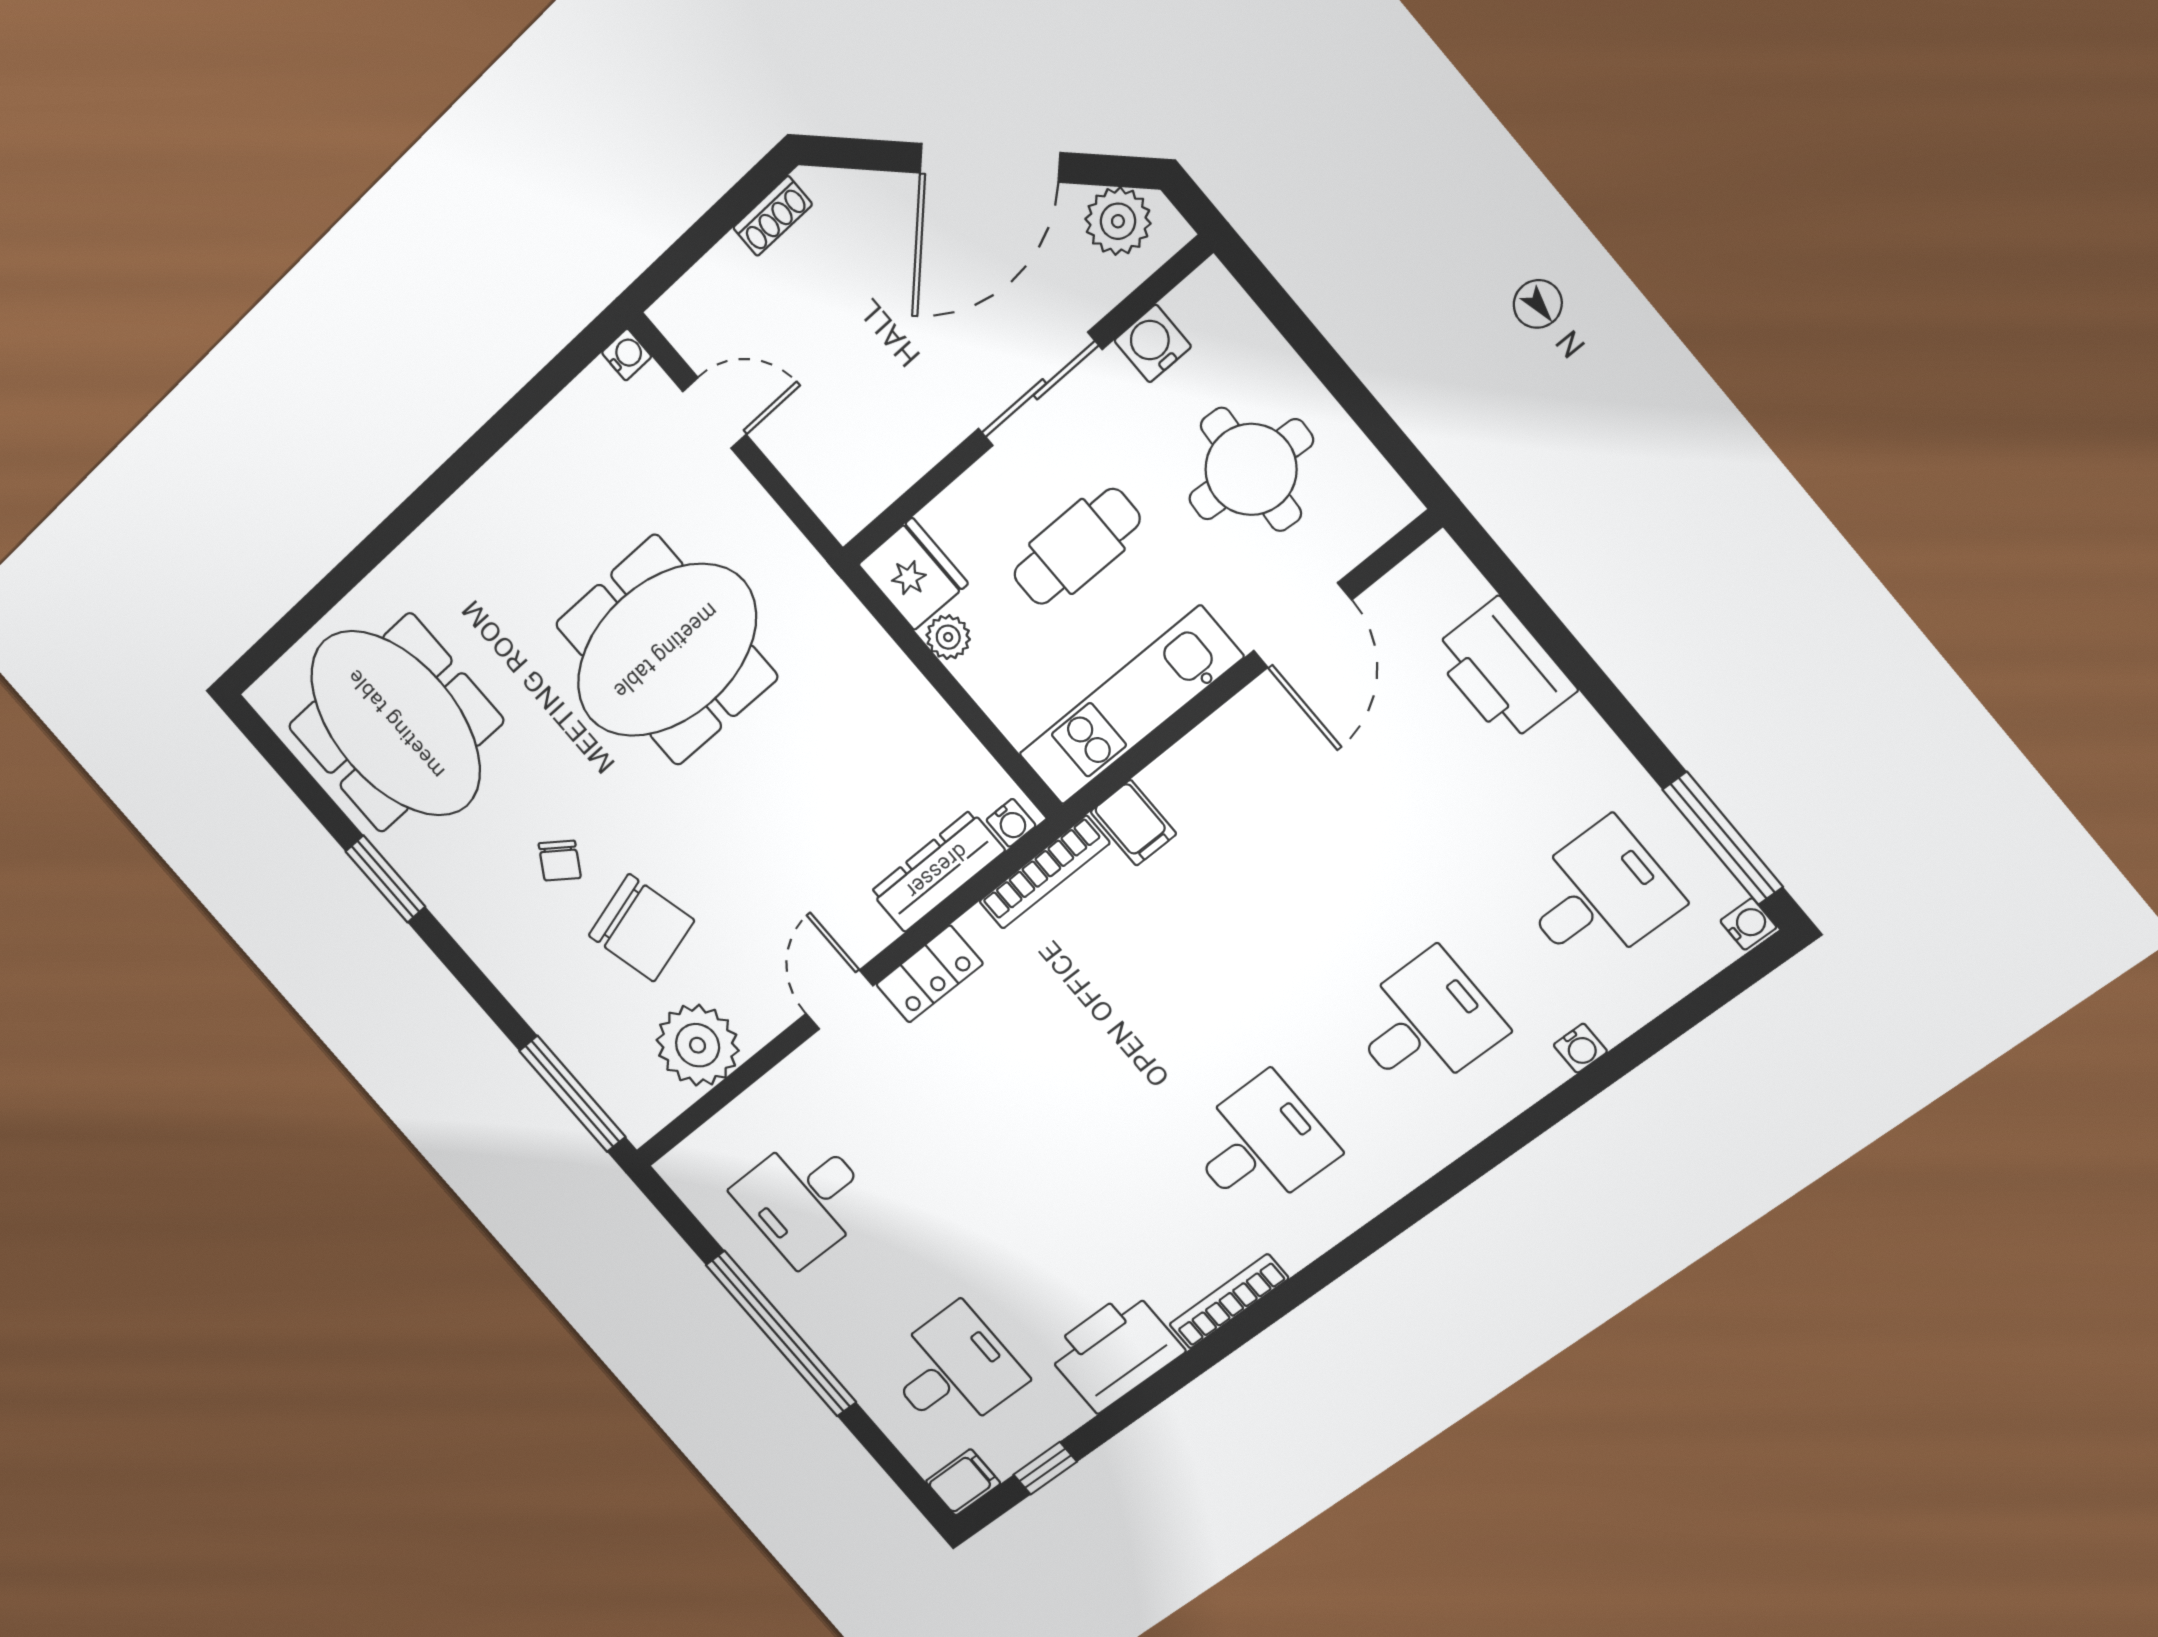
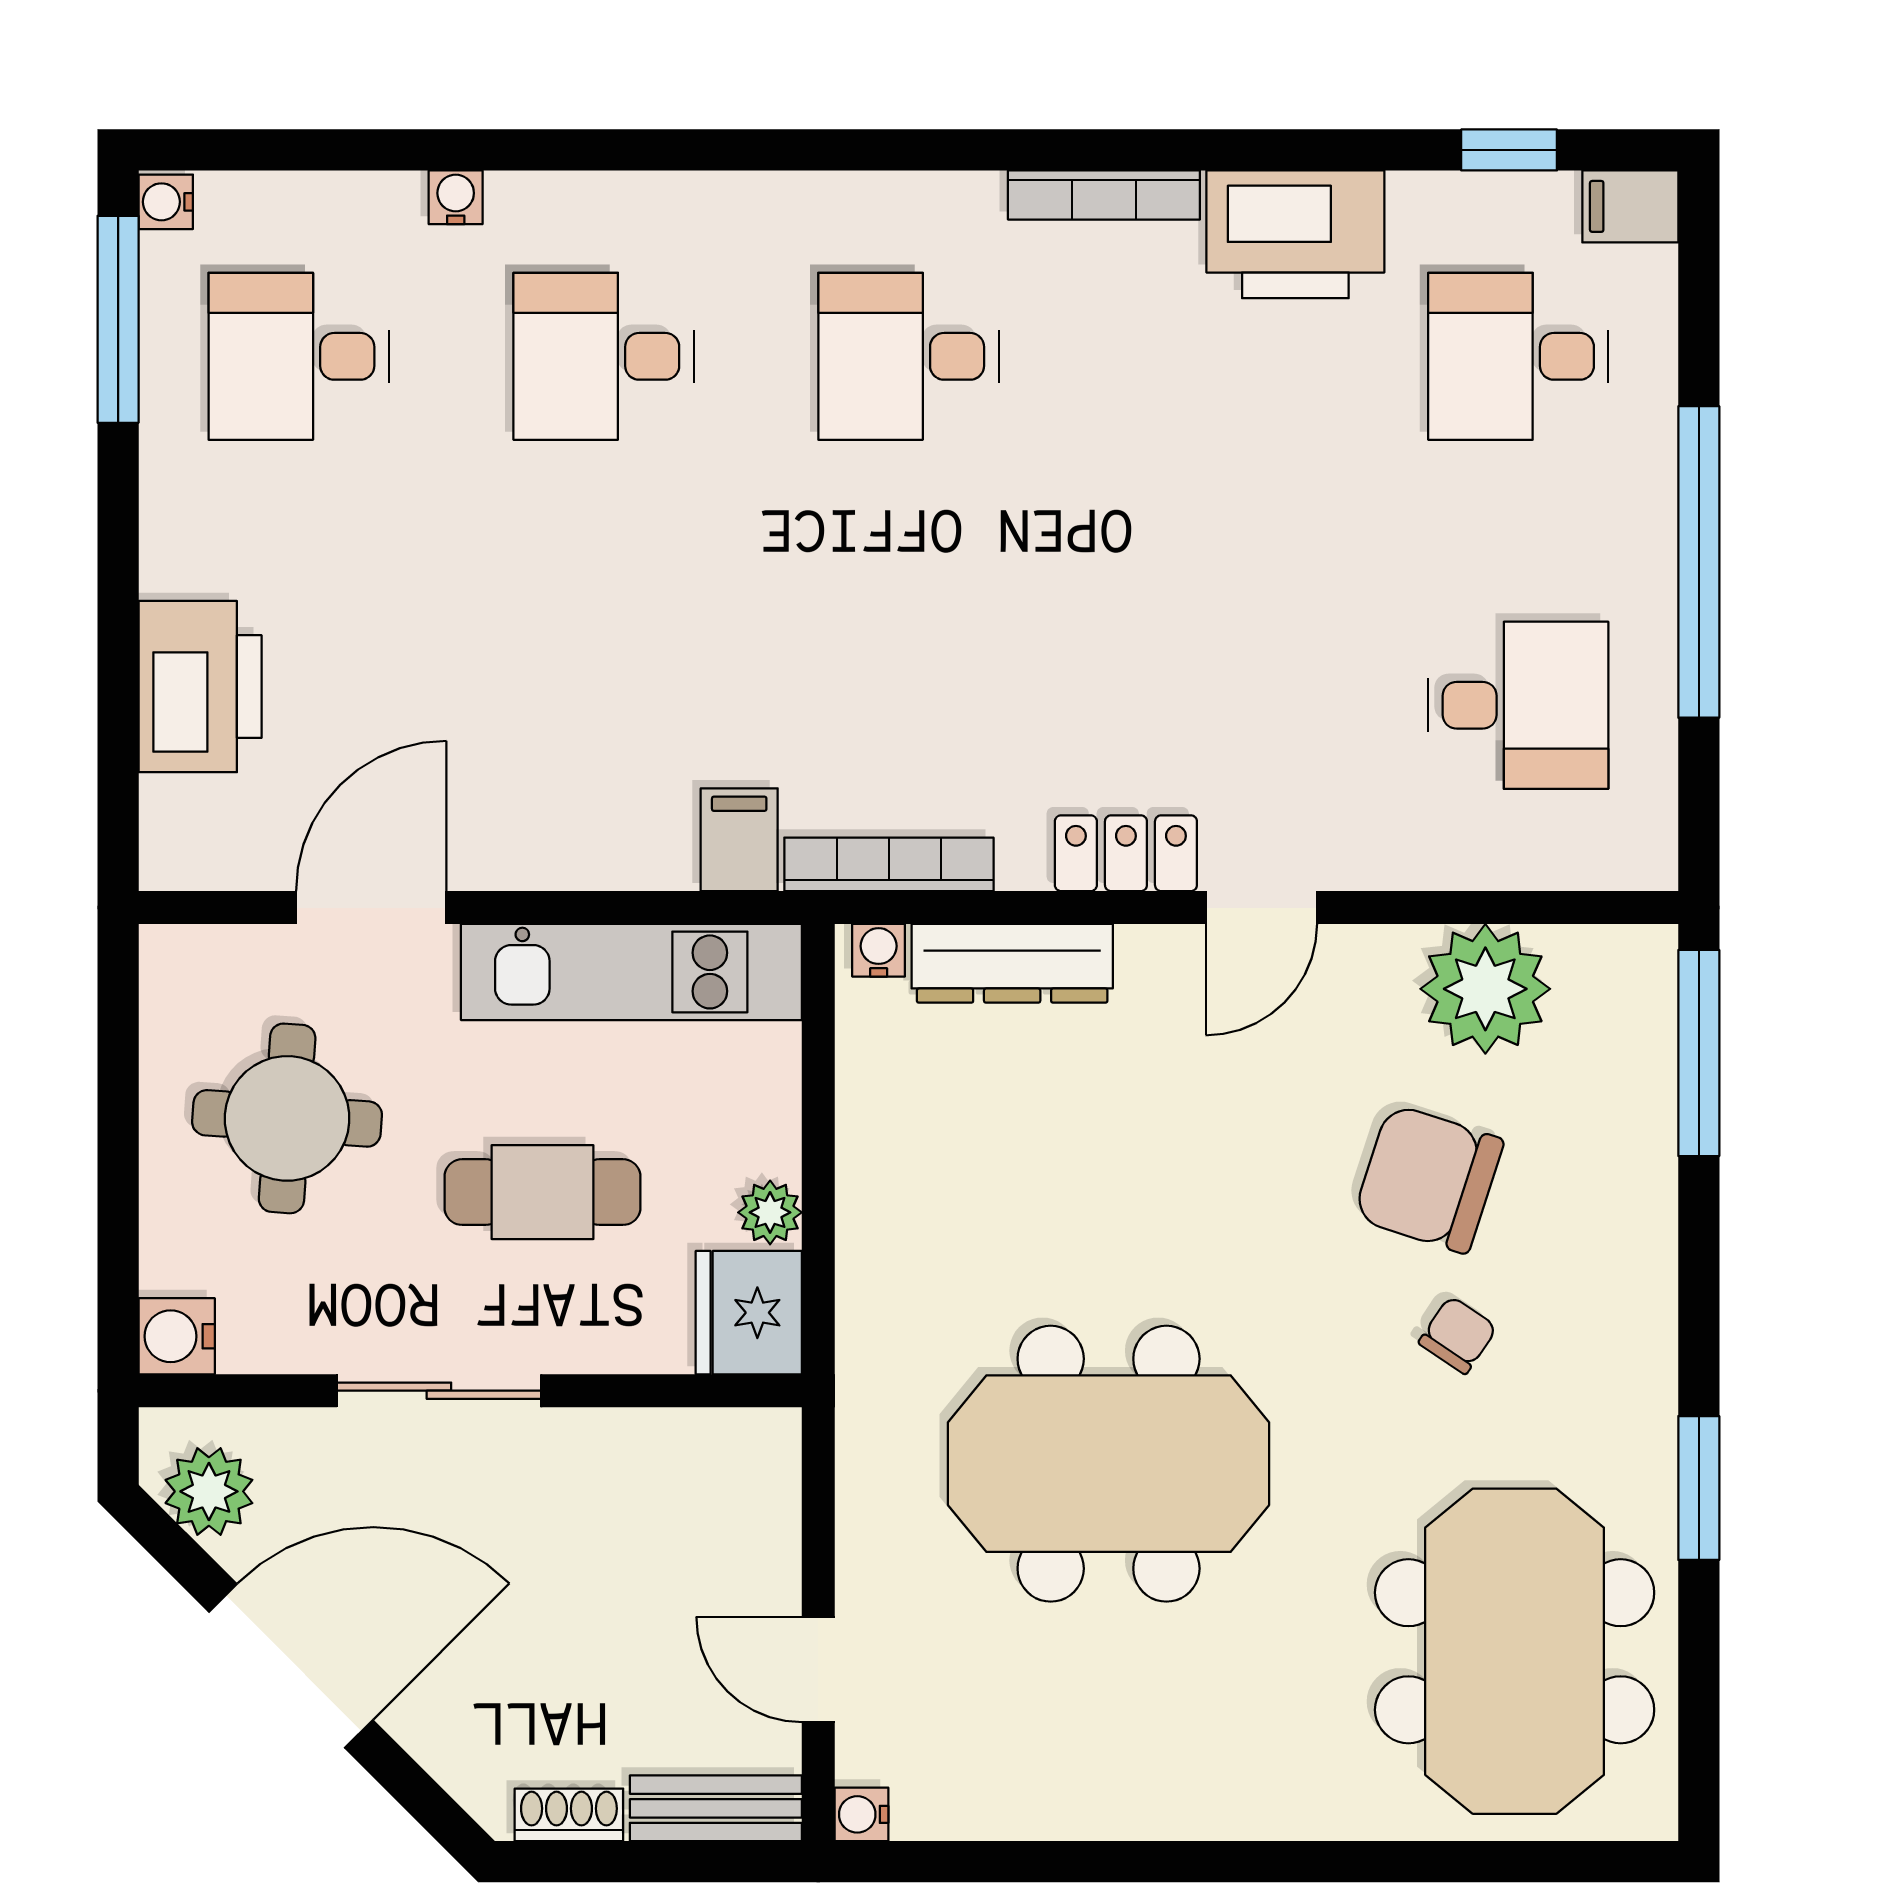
bench: (701, 290) -> (716, 1808), added
water cooler: (1153, 343) -> (177, 1336), moved, turned 90
chair: (641, 928) -> (1429, 1179), turned -57

